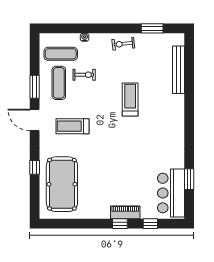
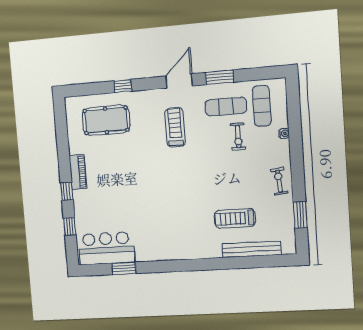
treadmill: (130, 100) -> (235, 218), moved, turned 180
pool table: (62, 184) -> (106, 120), width x0.73, depth x0.76
piano: (125, 212) -> (78, 172), moved

